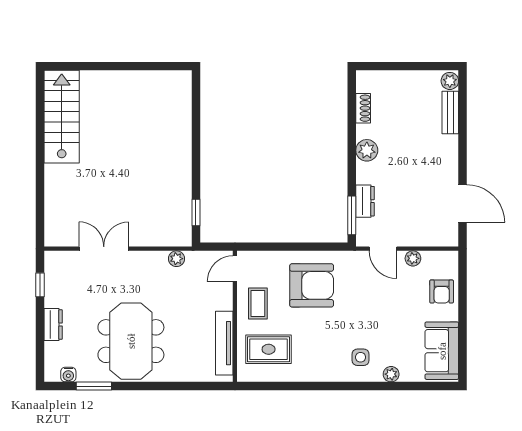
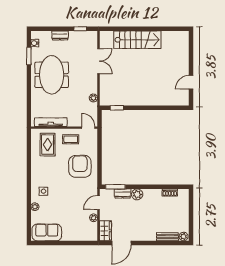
door: (146, 66) -> (191, 82), added
stairs: (62, 117) -> (137, 40), moved
plant: (367, 150) -> (137, 194), moved
wardrobe: (439, 235) -> (105, 231), added
armchair: (312, 285) -> (80, 166), turned 180
armchair: (442, 291) -> (77, 232), removed
meeting table: (131, 341) -> (52, 75), turned 90

